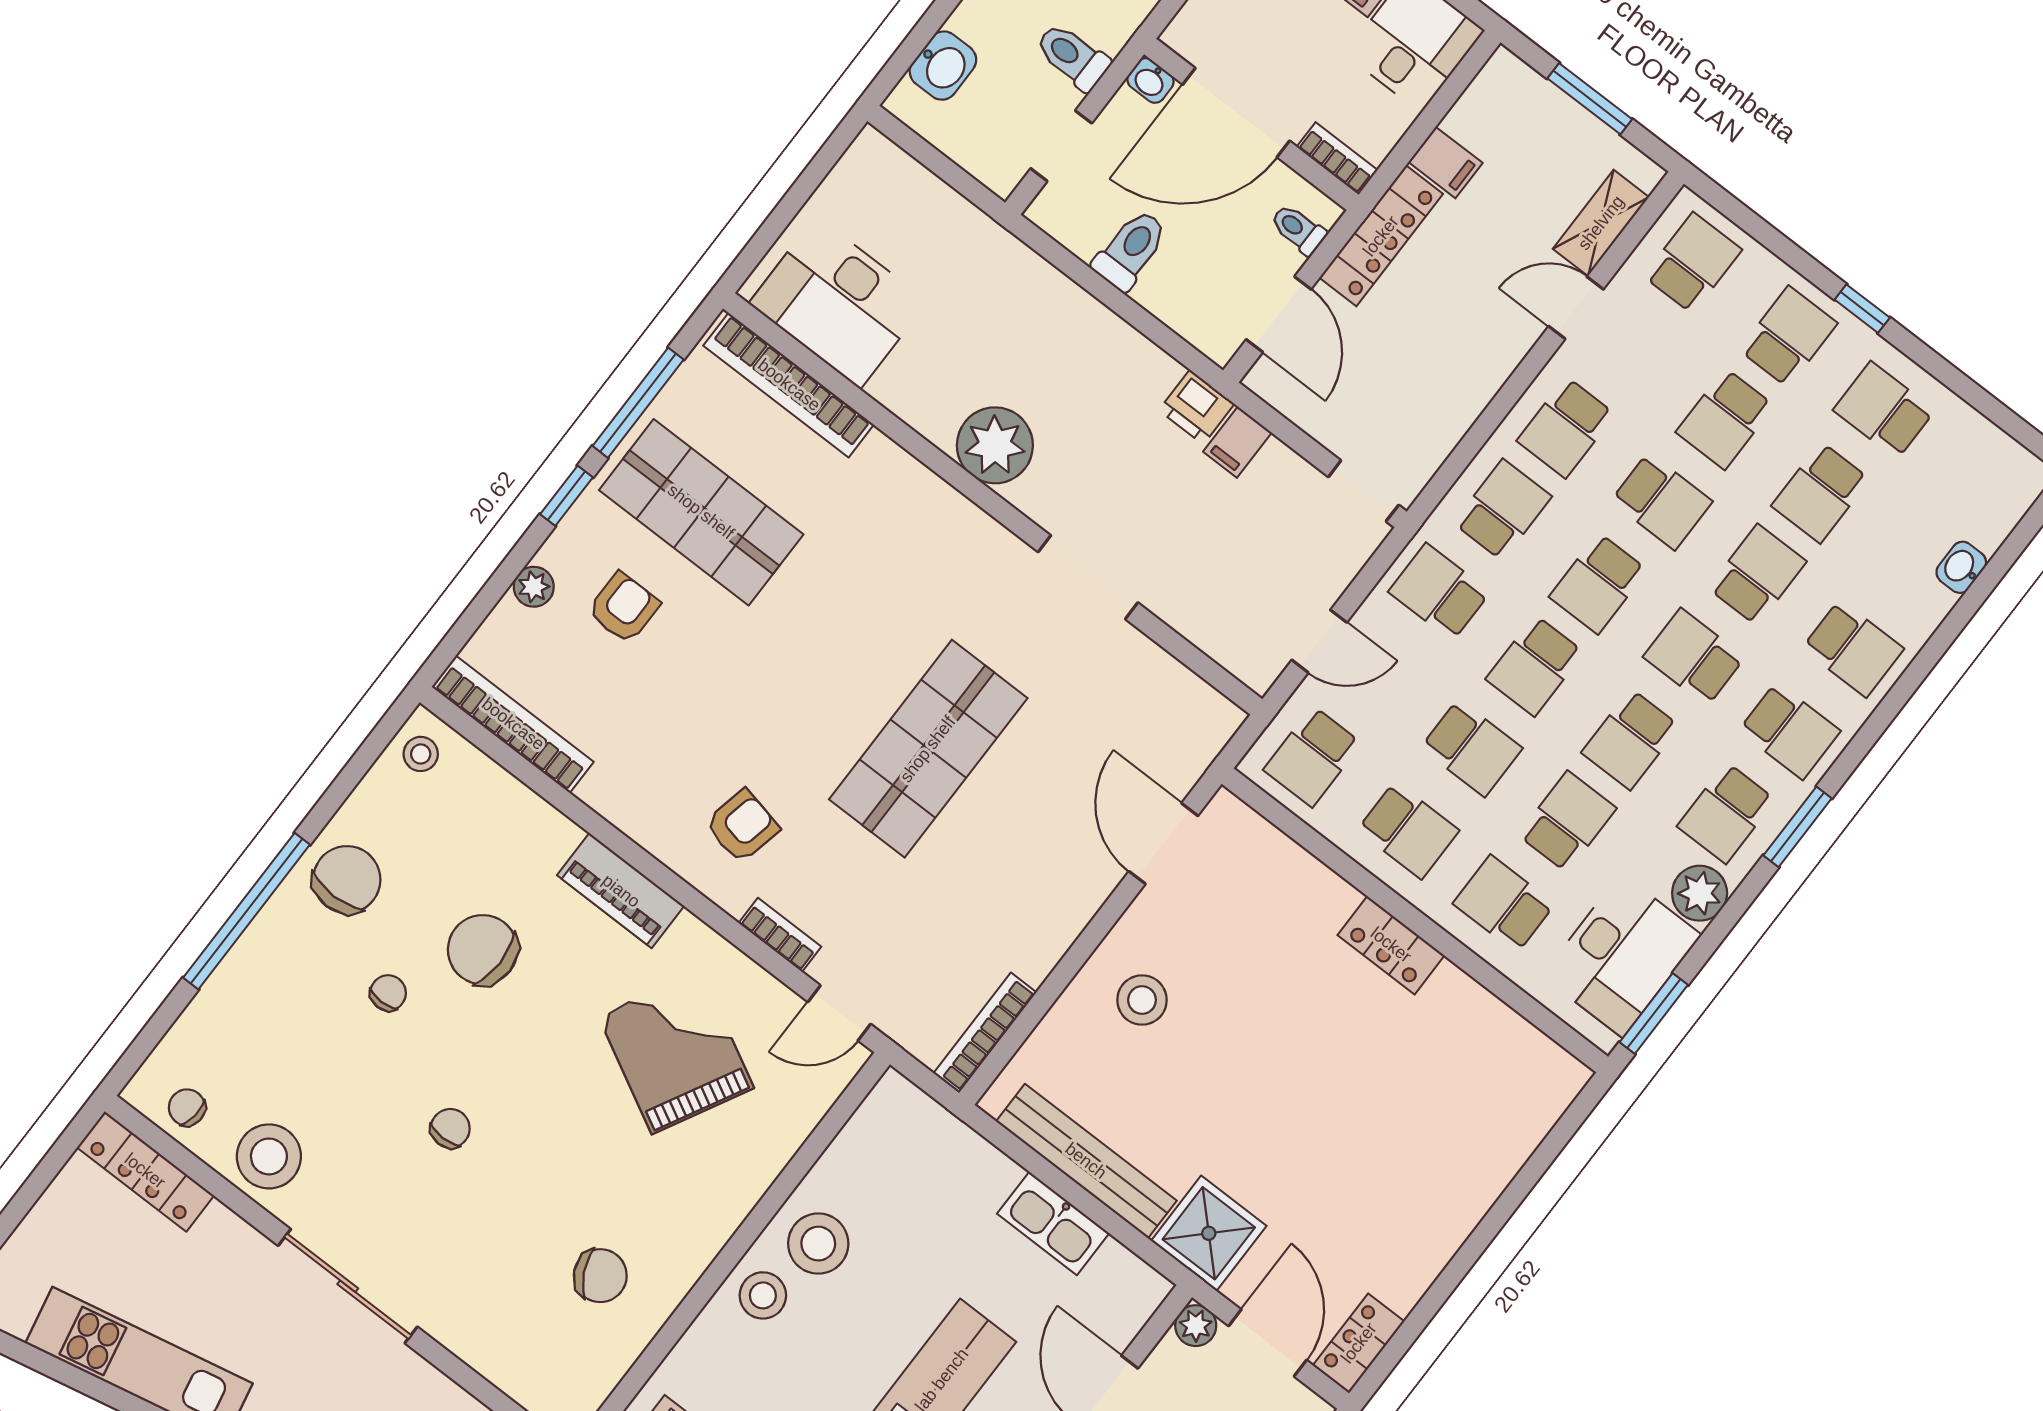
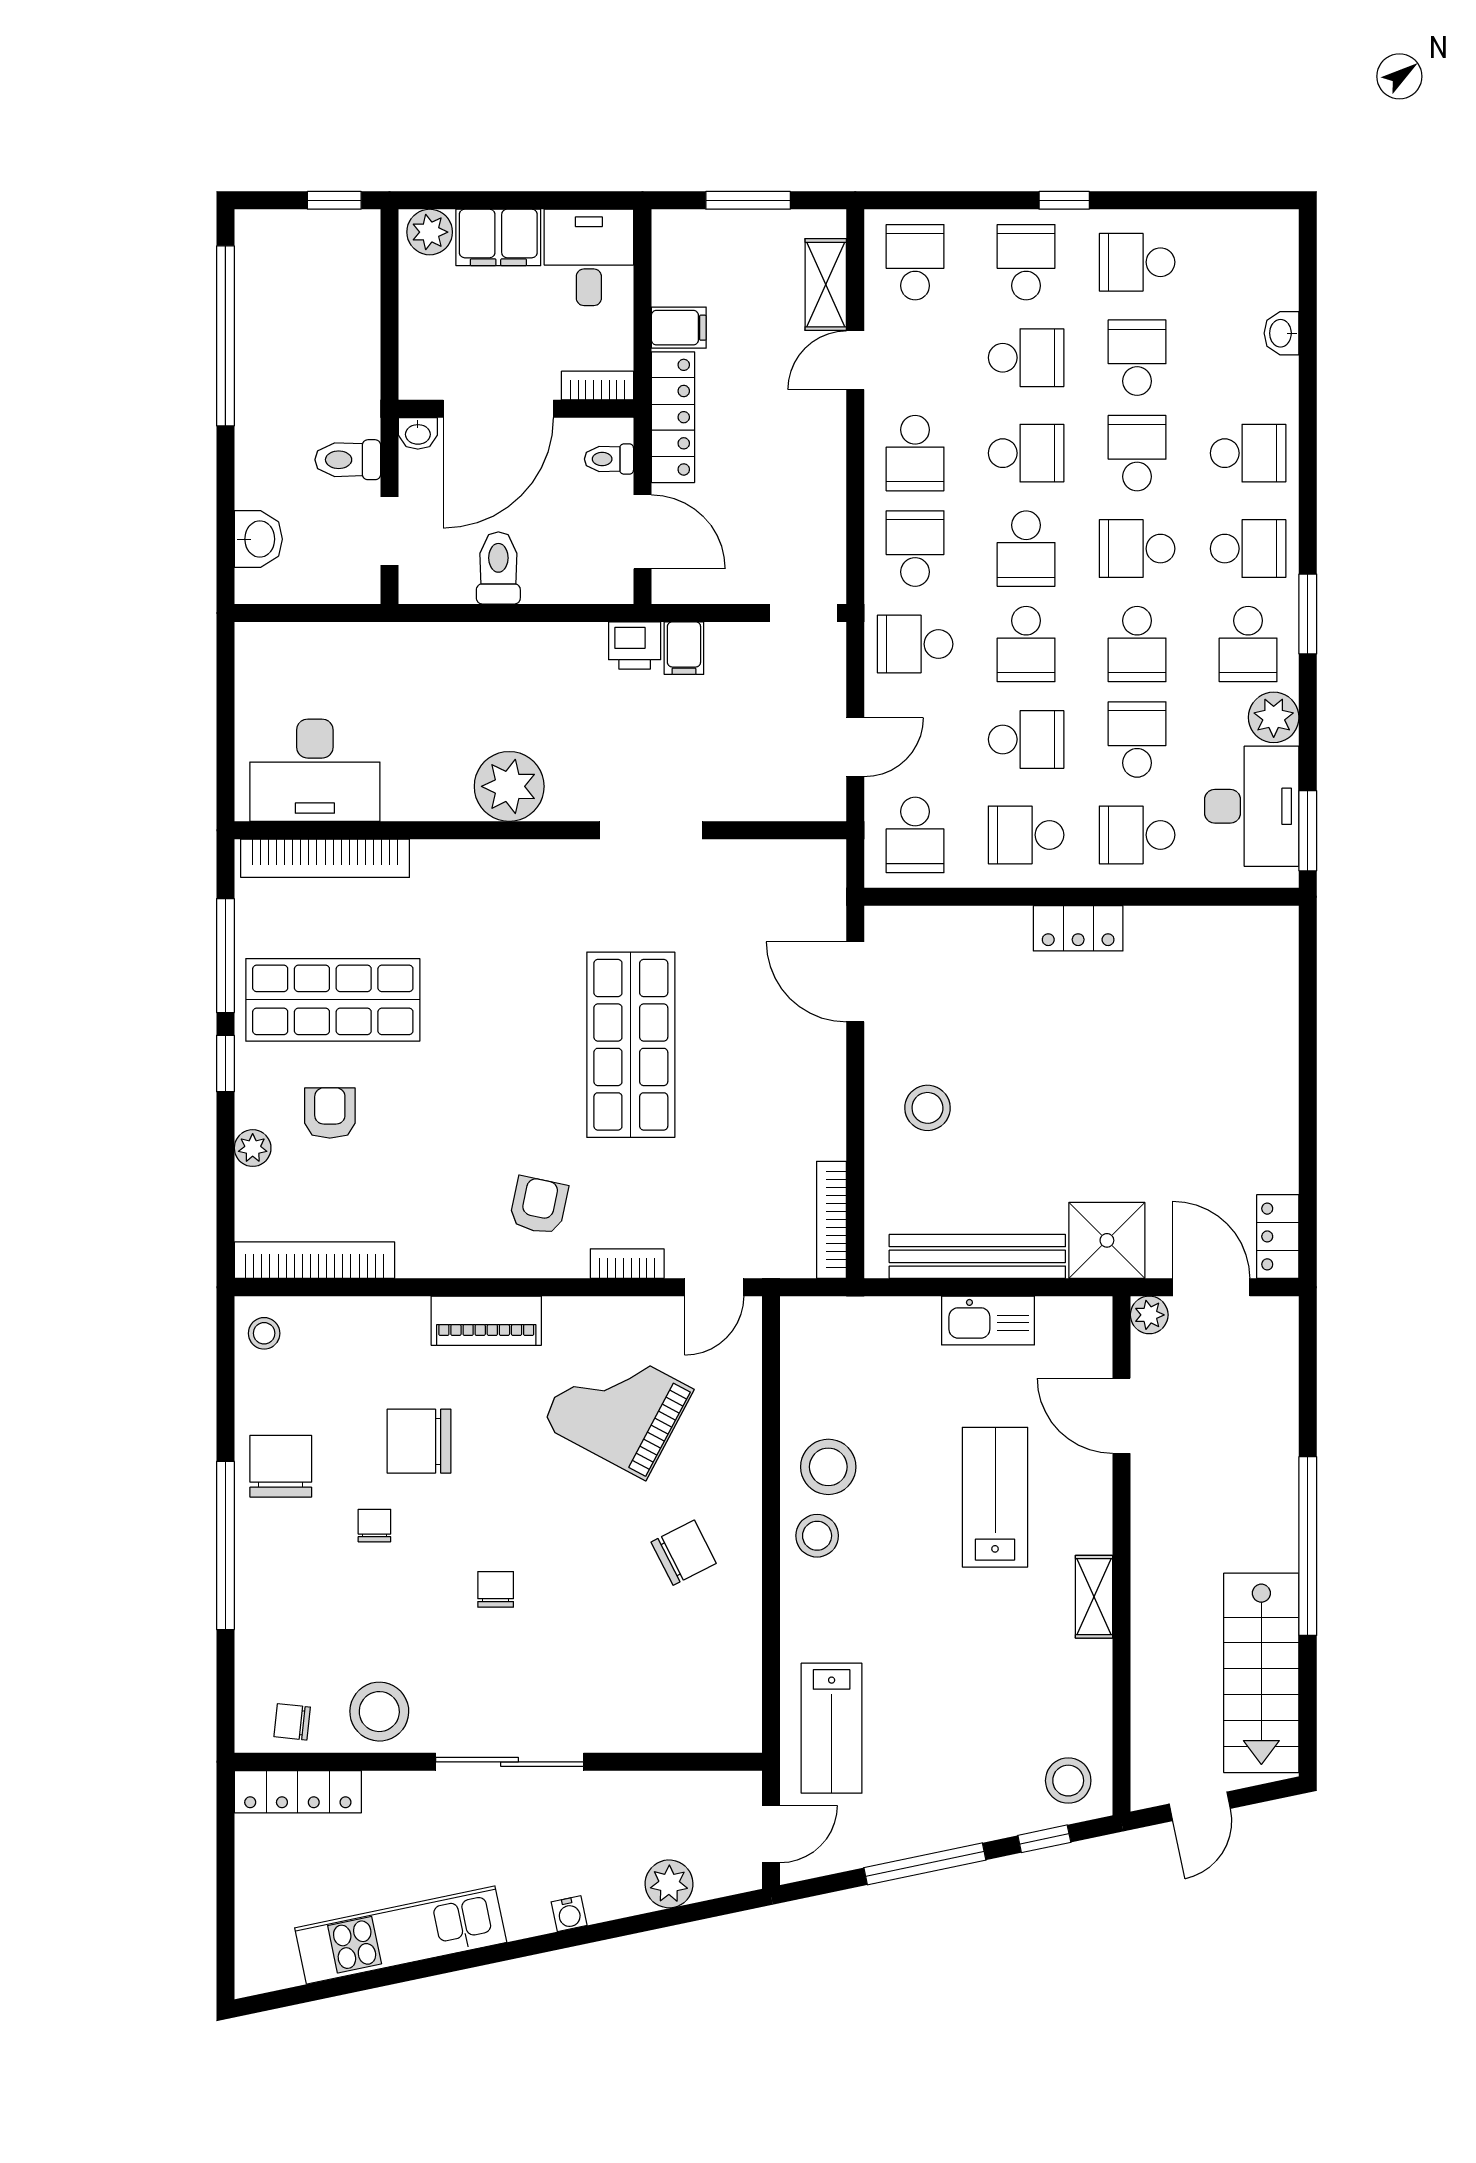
school desk: (1725, 419) -> (1026, 358), turned -90
school desk: (1821, 493) -> (1137, 358), turned 180
school desk: (1408, 830) -> (1026, 835), turned 180
chair: (600, 1276) -> (684, 1553), moved

